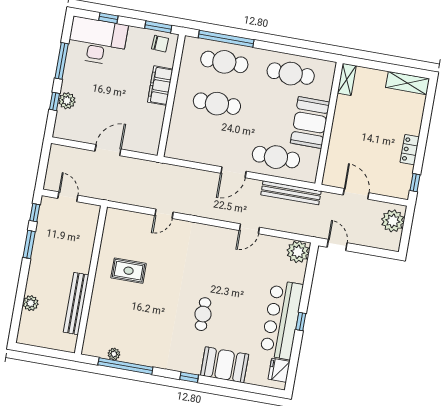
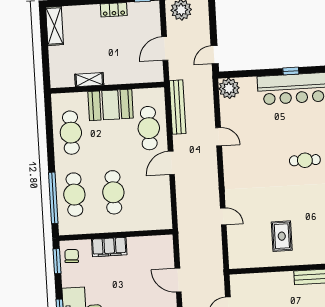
shelving: (347, 79) -> (89, 80), moved
door: (234, 172) -> (171, 163), swing flipped

